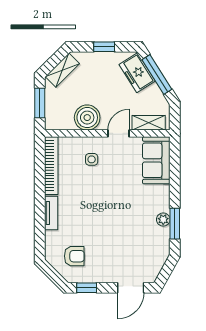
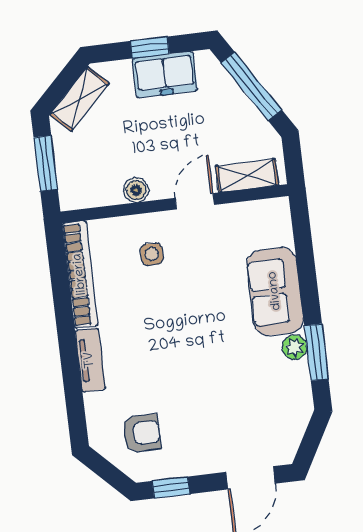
freezer: (137, 73) -> (165, 75), moved, turned -58
boiler: (87, 118) -> (136, 190), width x0.54, depth x0.54
sofa: (156, 160) -> (275, 291), moved

